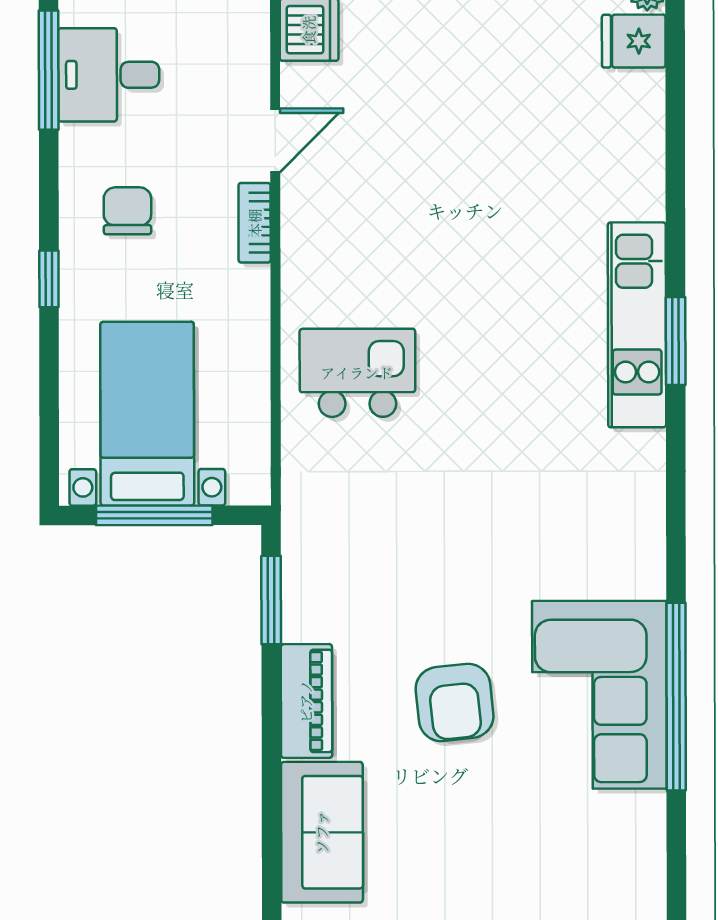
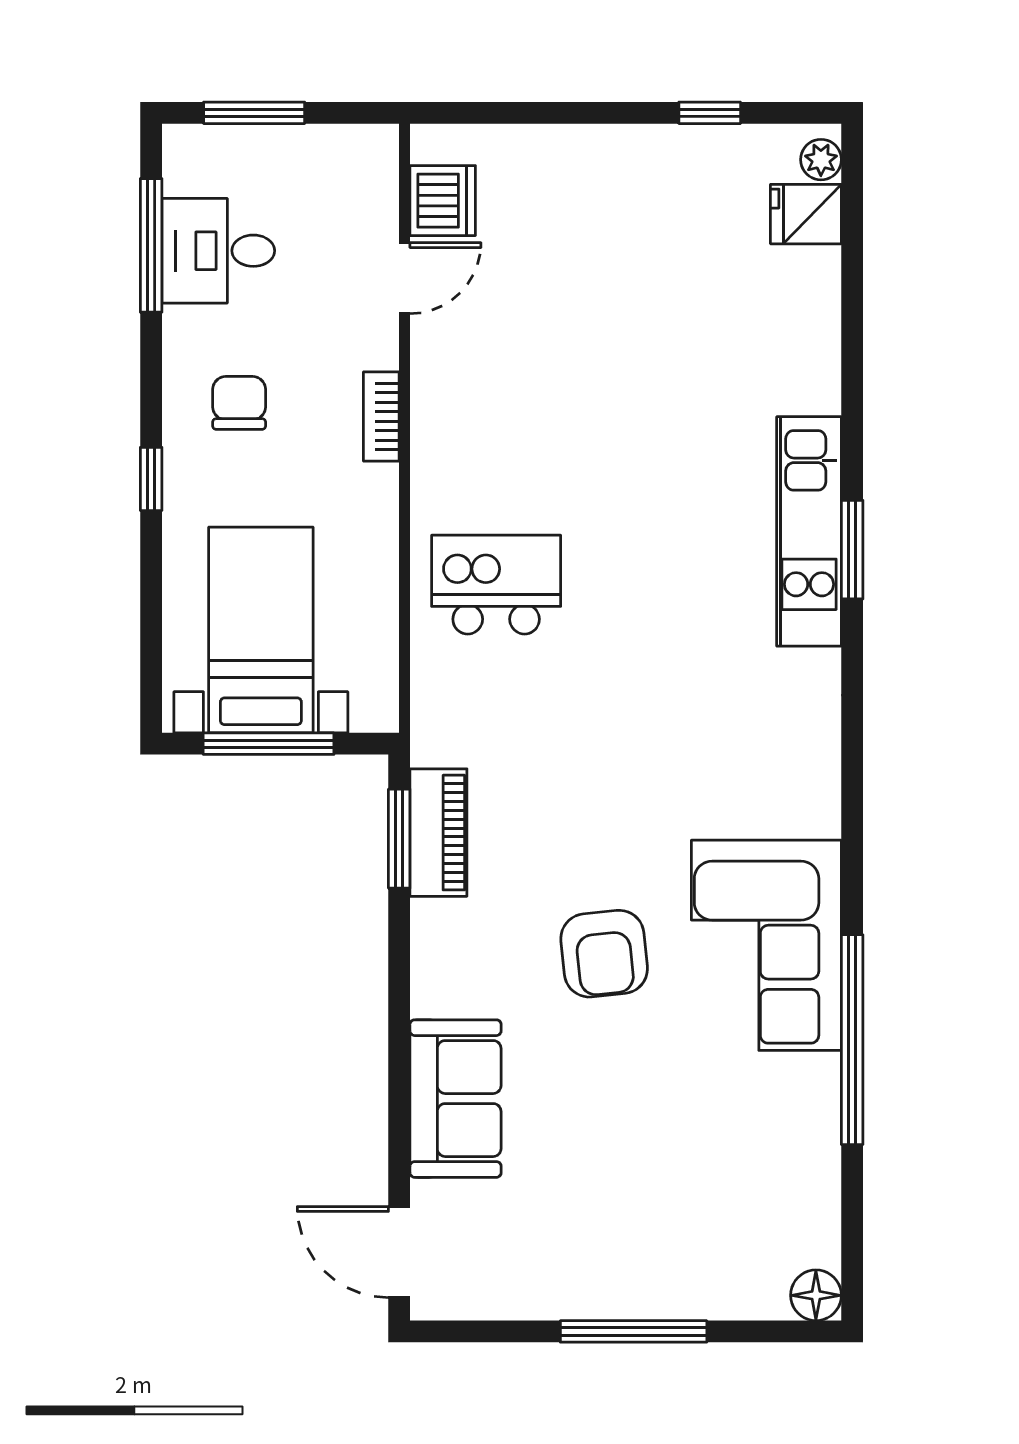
door: (275, 140) -> (405, 278), moved
window: (676, 697) -> (852, 1040), moved
piano: (306, 701) -> (438, 833), moved

